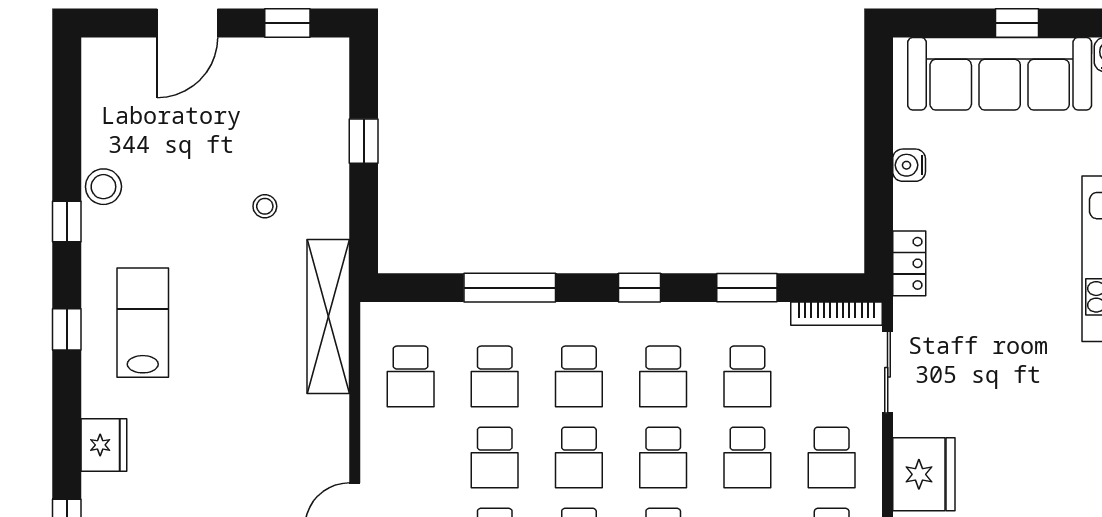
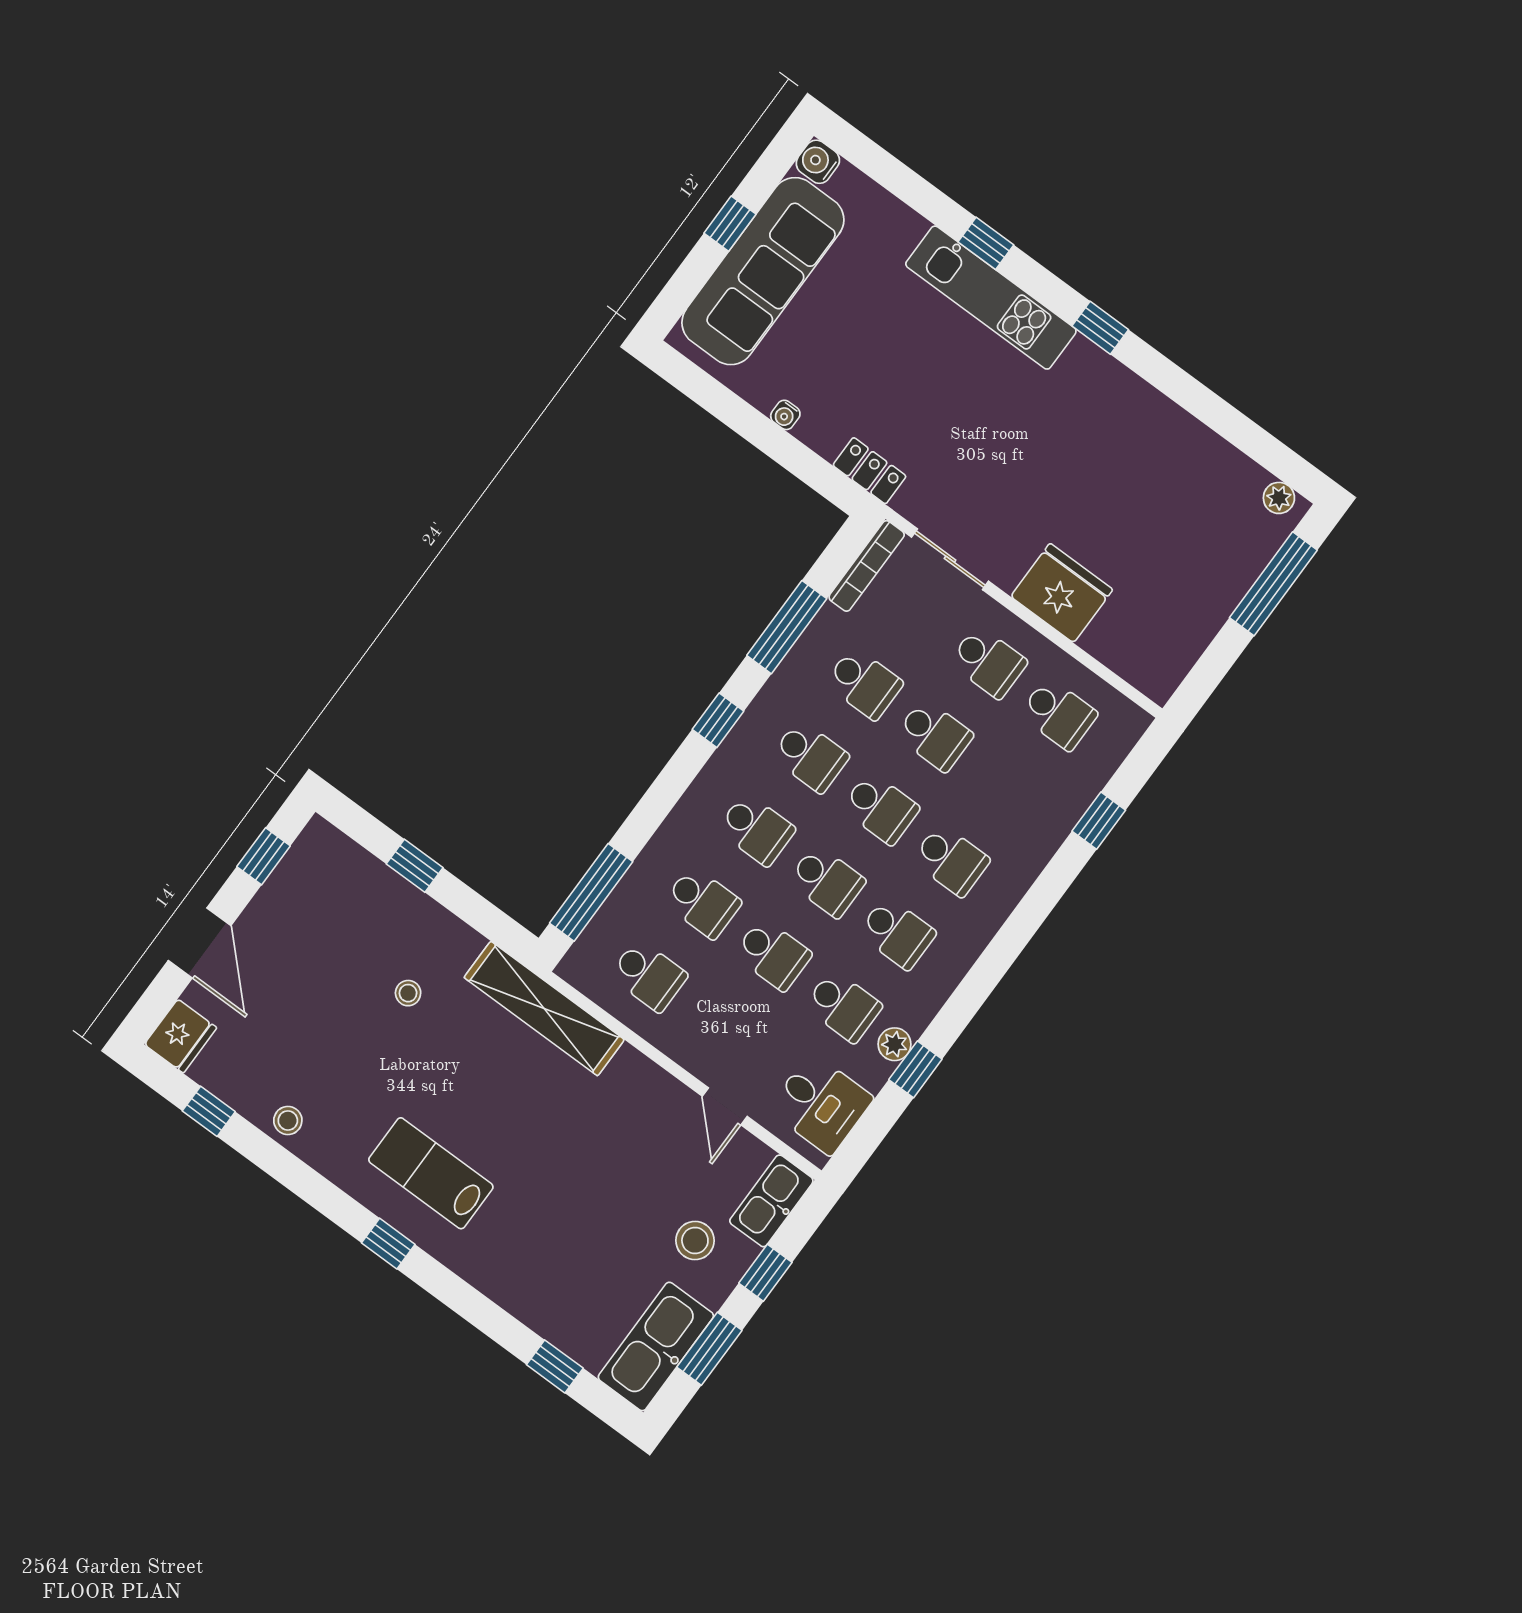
water cooler: (909, 165) -> (785, 415), width x0.72, depth x0.72
stool: (103, 187) -> (288, 1120), width x0.73, depth x0.73
window: (67, 222) -> (209, 1111), moved
window: (510, 288) -> (591, 892), moved
window: (747, 288) -> (787, 627), width x1.44
fridge: (104, 445) -> (181, 1036), moved, turned 90

